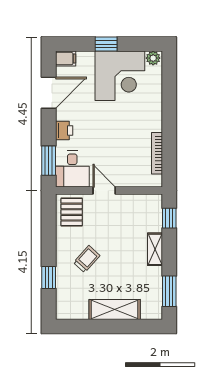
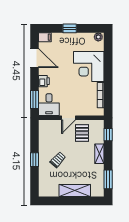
corner desk: (120, 76) -> (89, 66), moved, turned 90
door: (49, 93) -> (35, 58), hinge flipped
door: (104, 190) -> (68, 118), swing flipped
pallet: (72, 212) -> (82, 133), moved
window: (49, 277) -> (35, 160), moved

